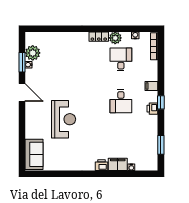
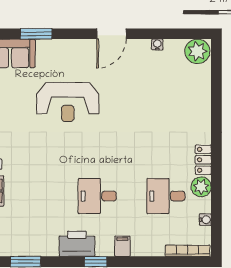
plant: (33, 53) -> (197, 51), moved
desk: (121, 59) -> (166, 196), turned 180
window: (22, 62) -> (36, 34), moved
printer: (152, 109) -> (77, 244), width x1.87, depth x1.48

